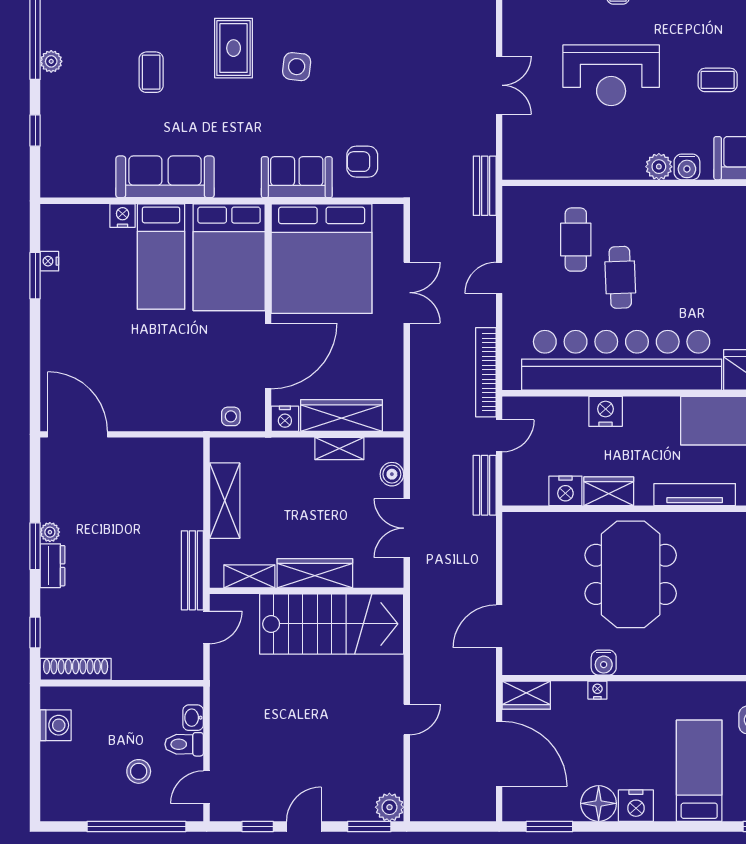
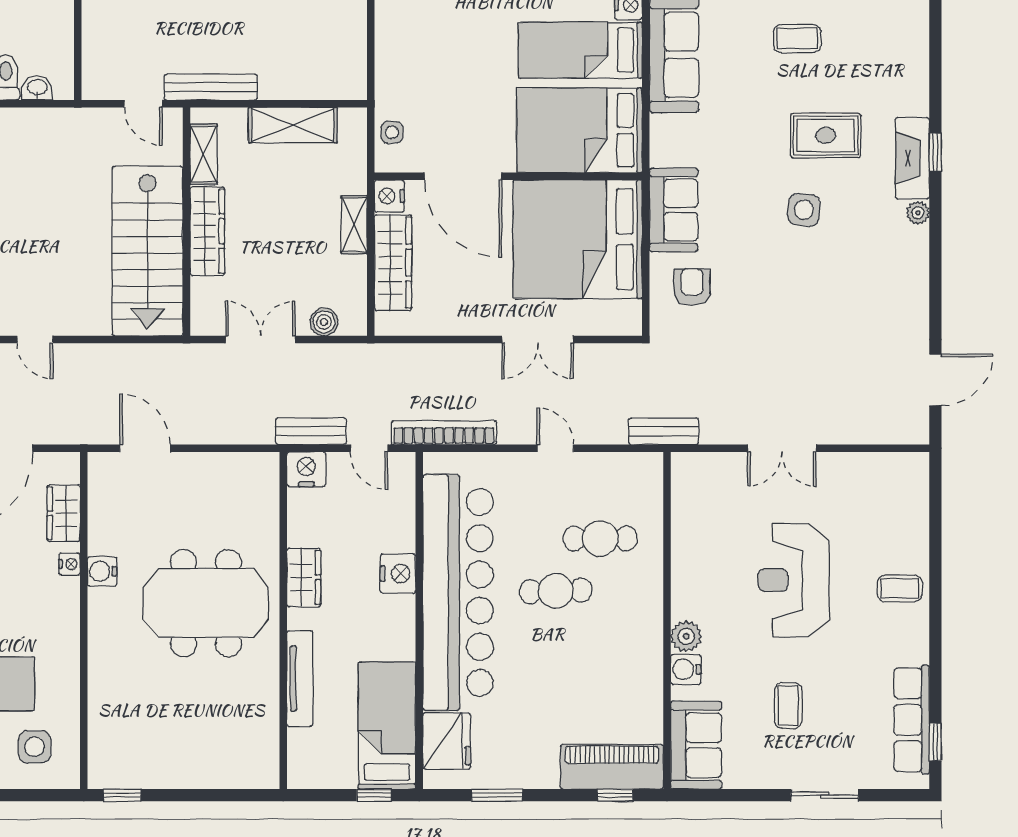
shelving: (339, 448) -> (354, 225), moved
nightstand: (565, 491) -> (306, 469), moved, turned 90
wardrobe: (526, 695) -> (64, 513), moved

